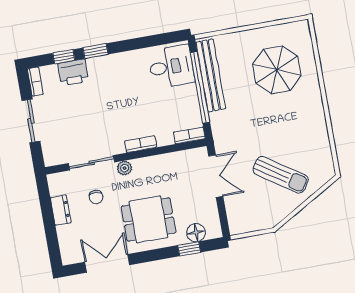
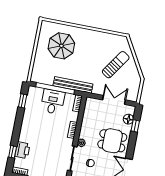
window: (96, 51) -> (23, 101), moved
desk: (171, 67) -> (53, 102), moved
bench: (211, 75) -> (73, 85), moved
double door: (216, 176) -> (114, 100), moved
dining table: (149, 219) -> (112, 141), turned 90

